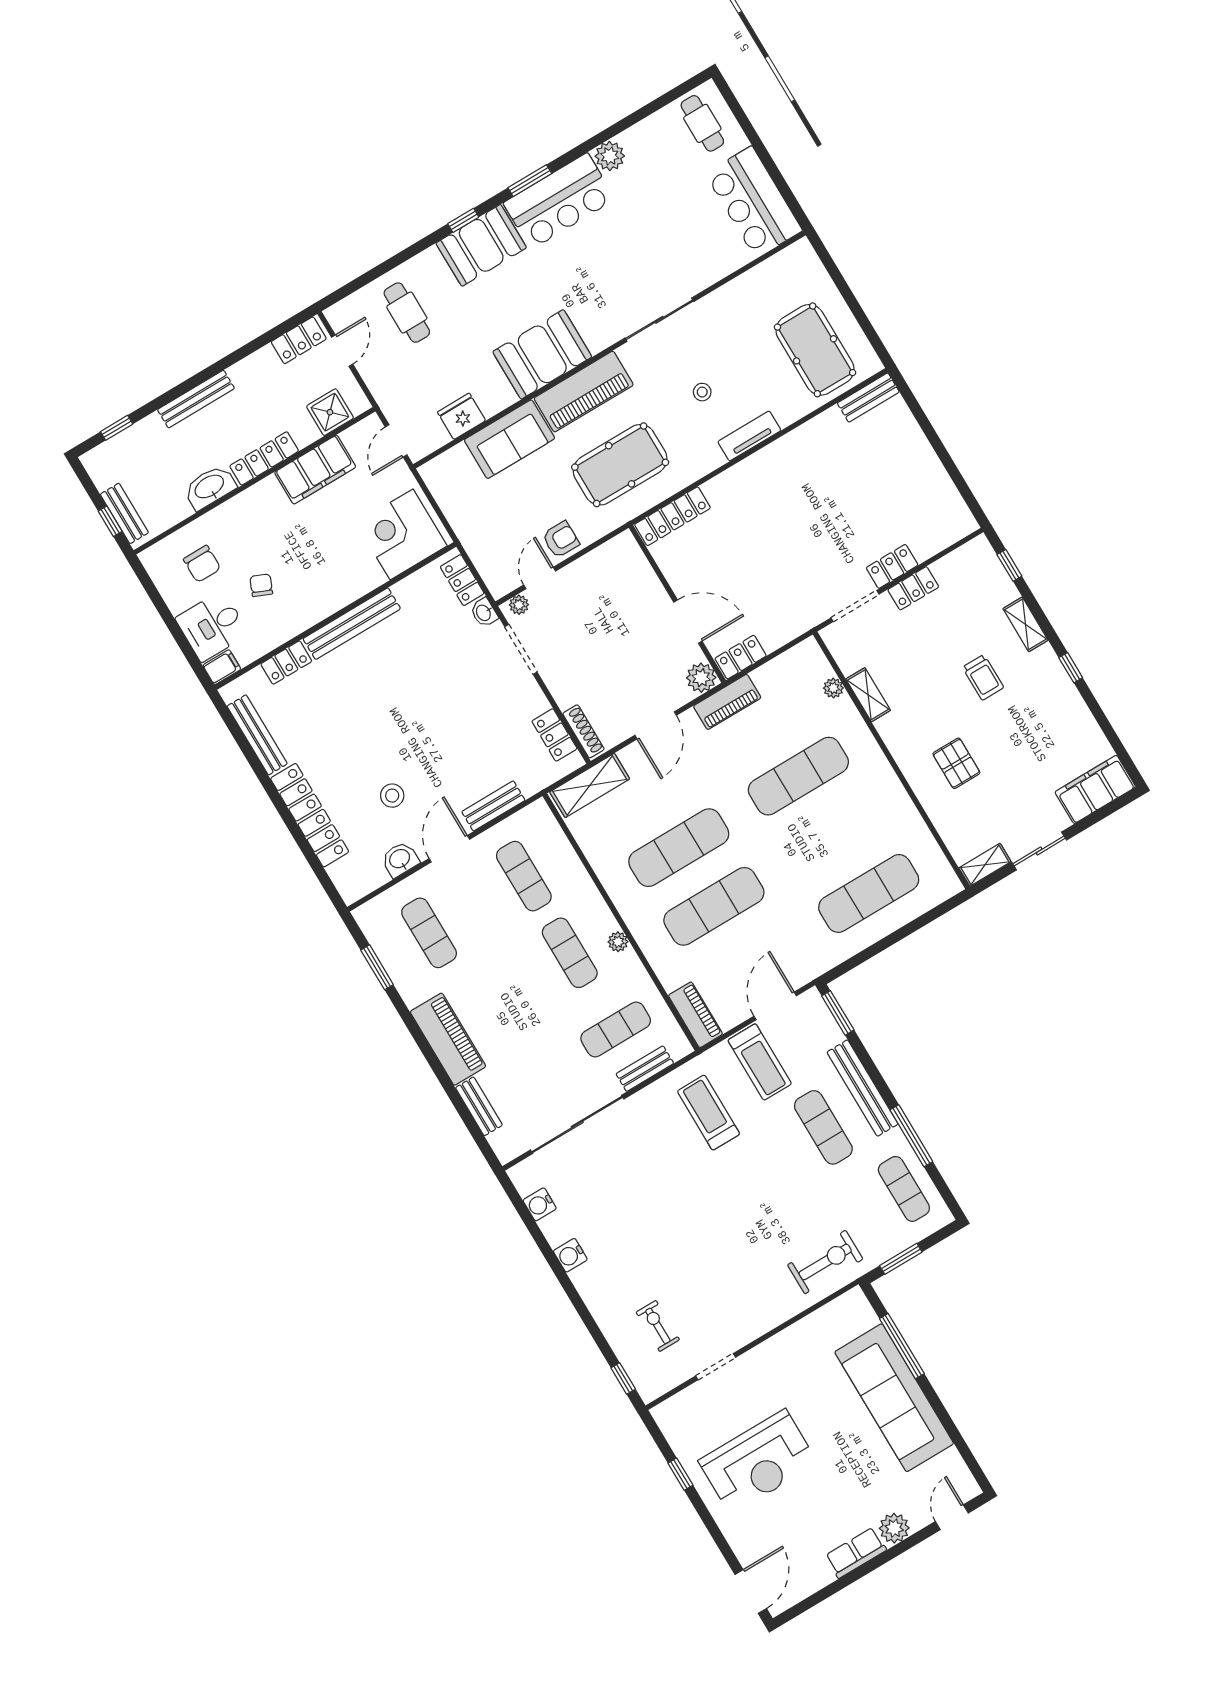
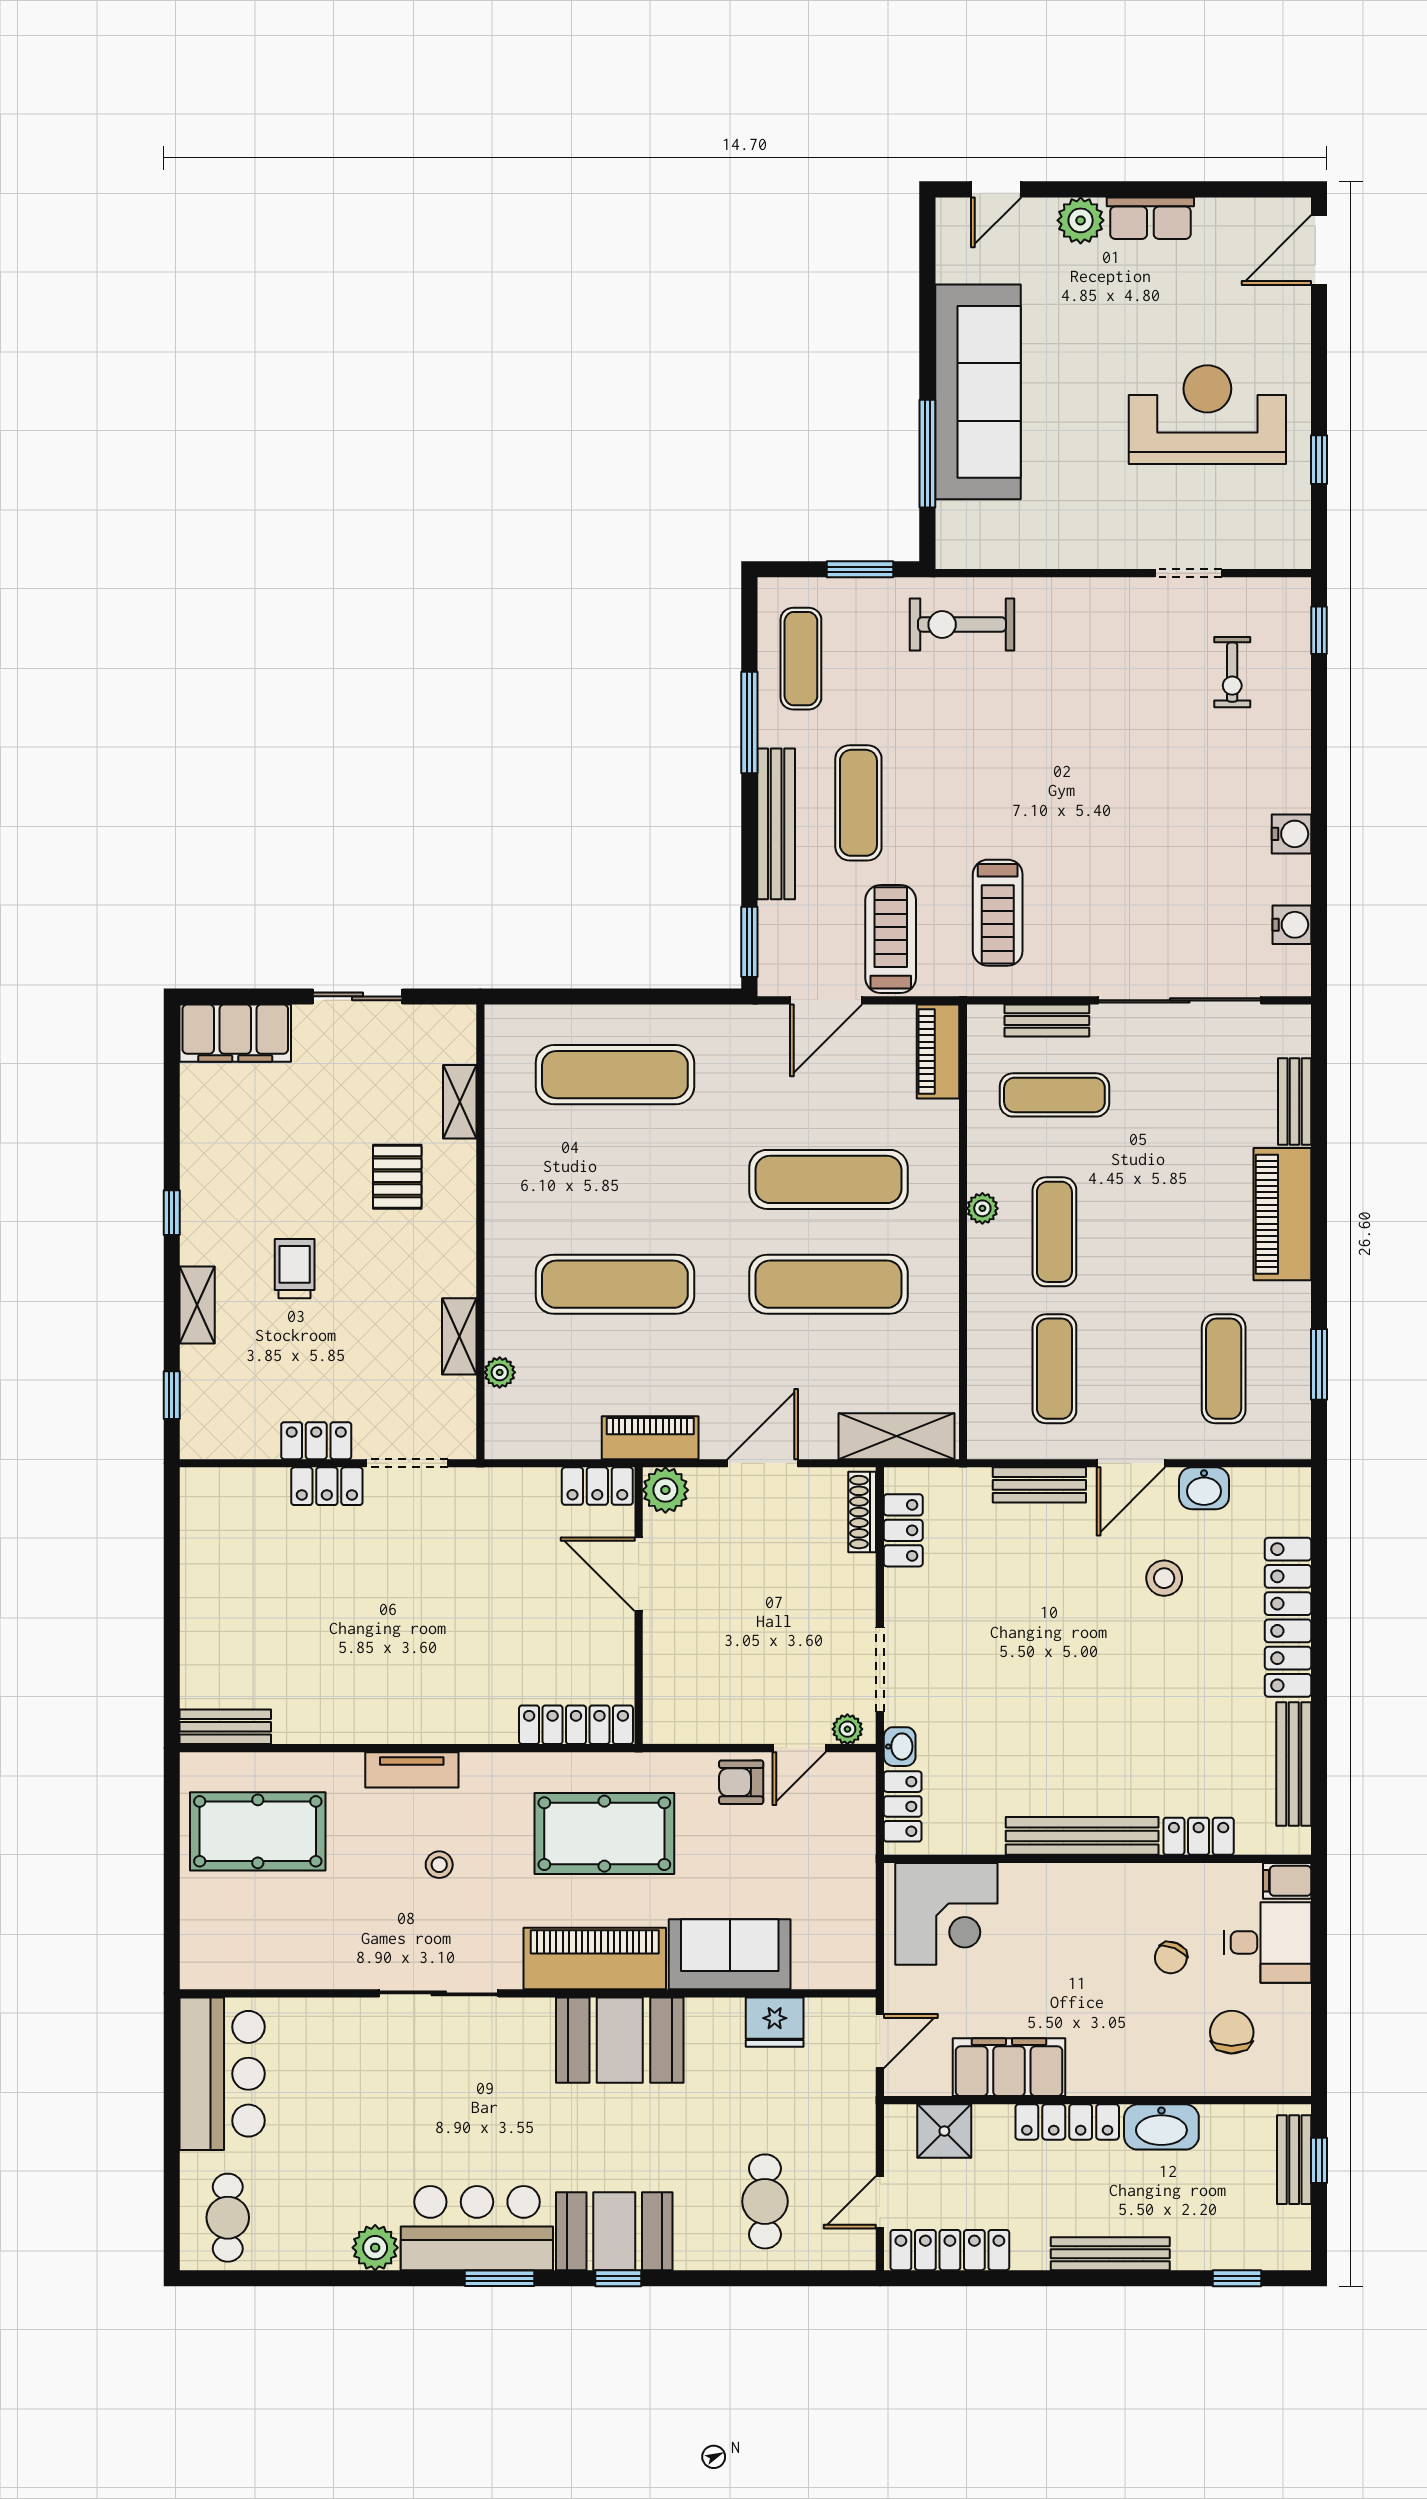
locker: (299, 340) -> (950, 2250), width x1.53
pool table: (815, 350) -> (258, 1831), turned 90
shelving: (985, 865) -> (460, 1102), moved, turned 90

